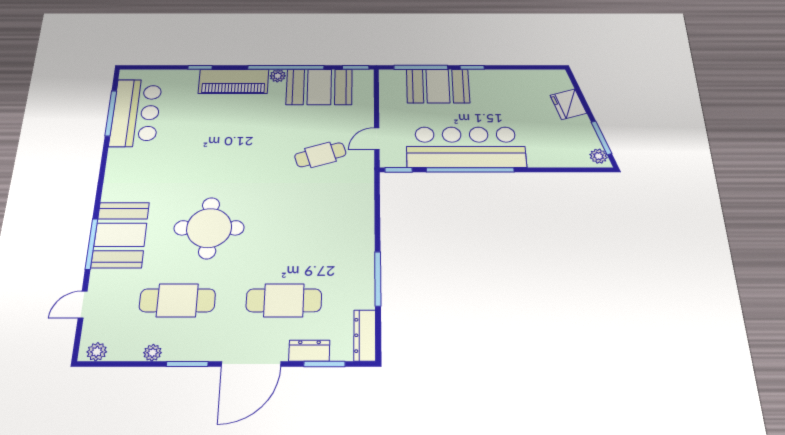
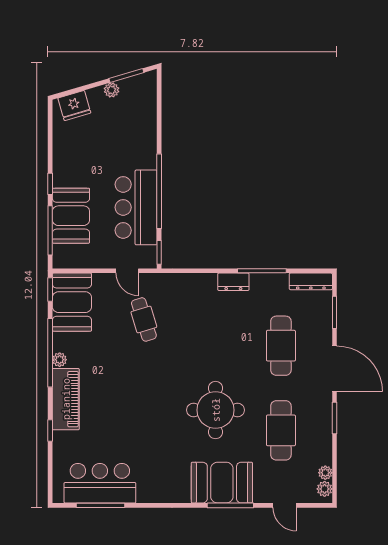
booth: (319, 87) -> (72, 302), moved
fridge: (568, 104) -> (74, 106), moved
bar counter: (466, 147) -> (136, 207), width x0.73
plant: (599, 156) -> (112, 90), moved
dresser: (309, 351) -> (233, 282), moved, turned -90
plant: (153, 353) -> (325, 473), moved

